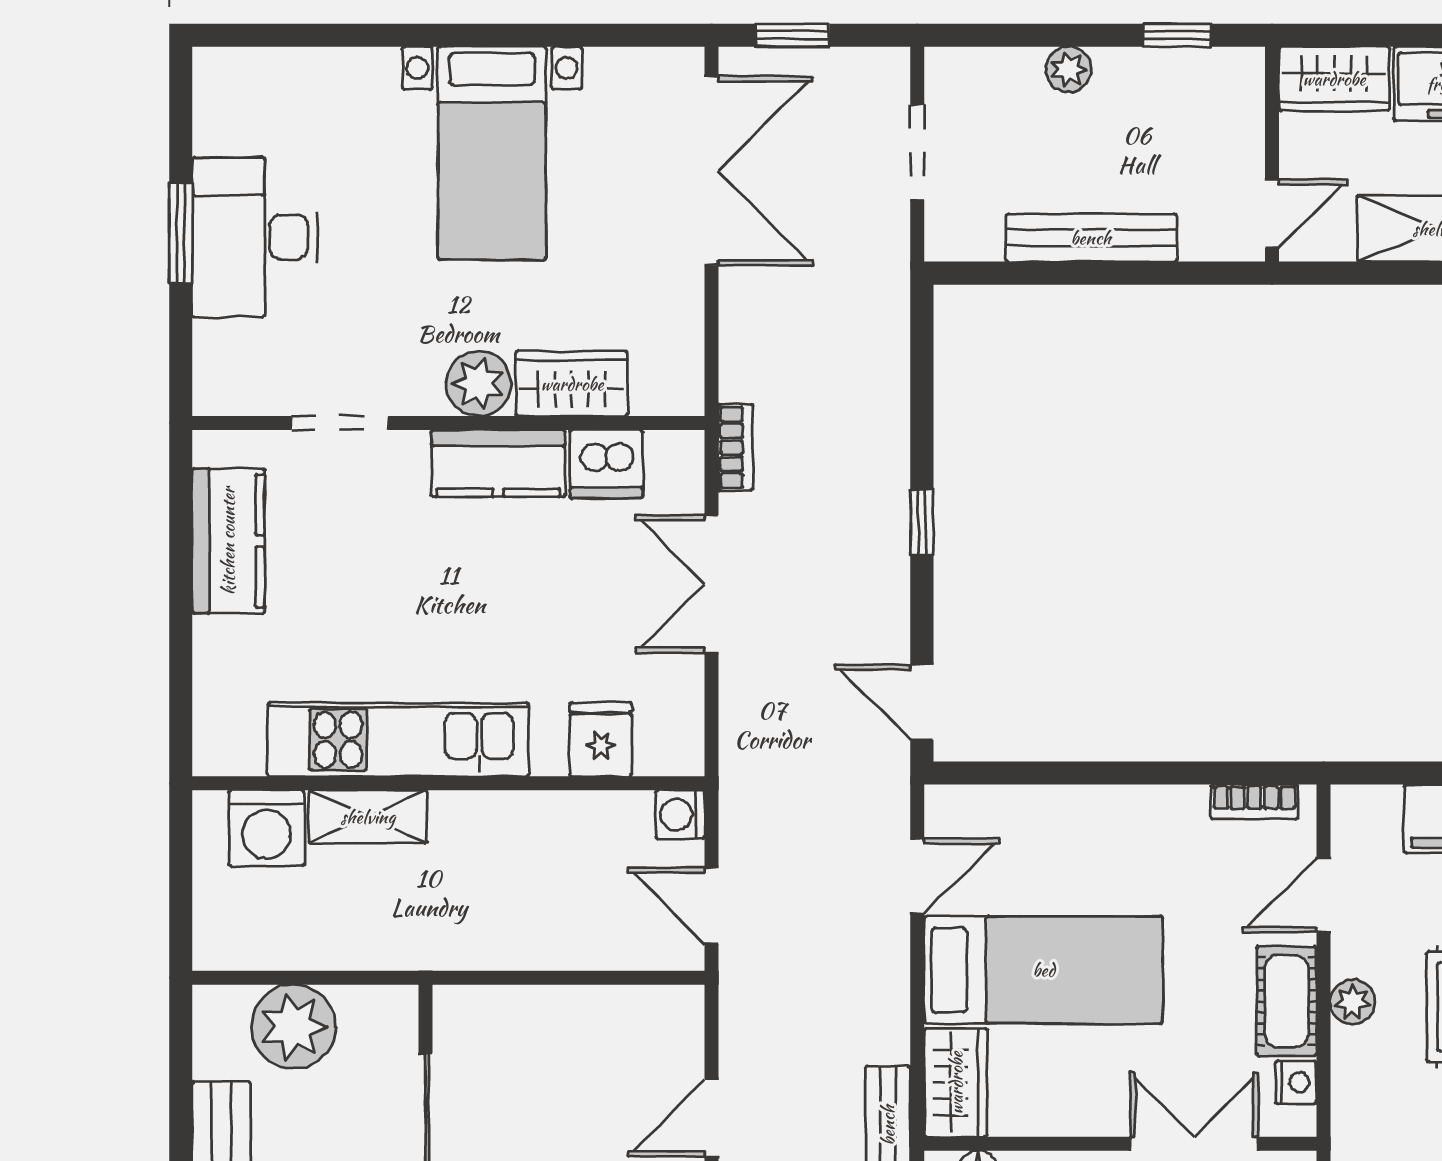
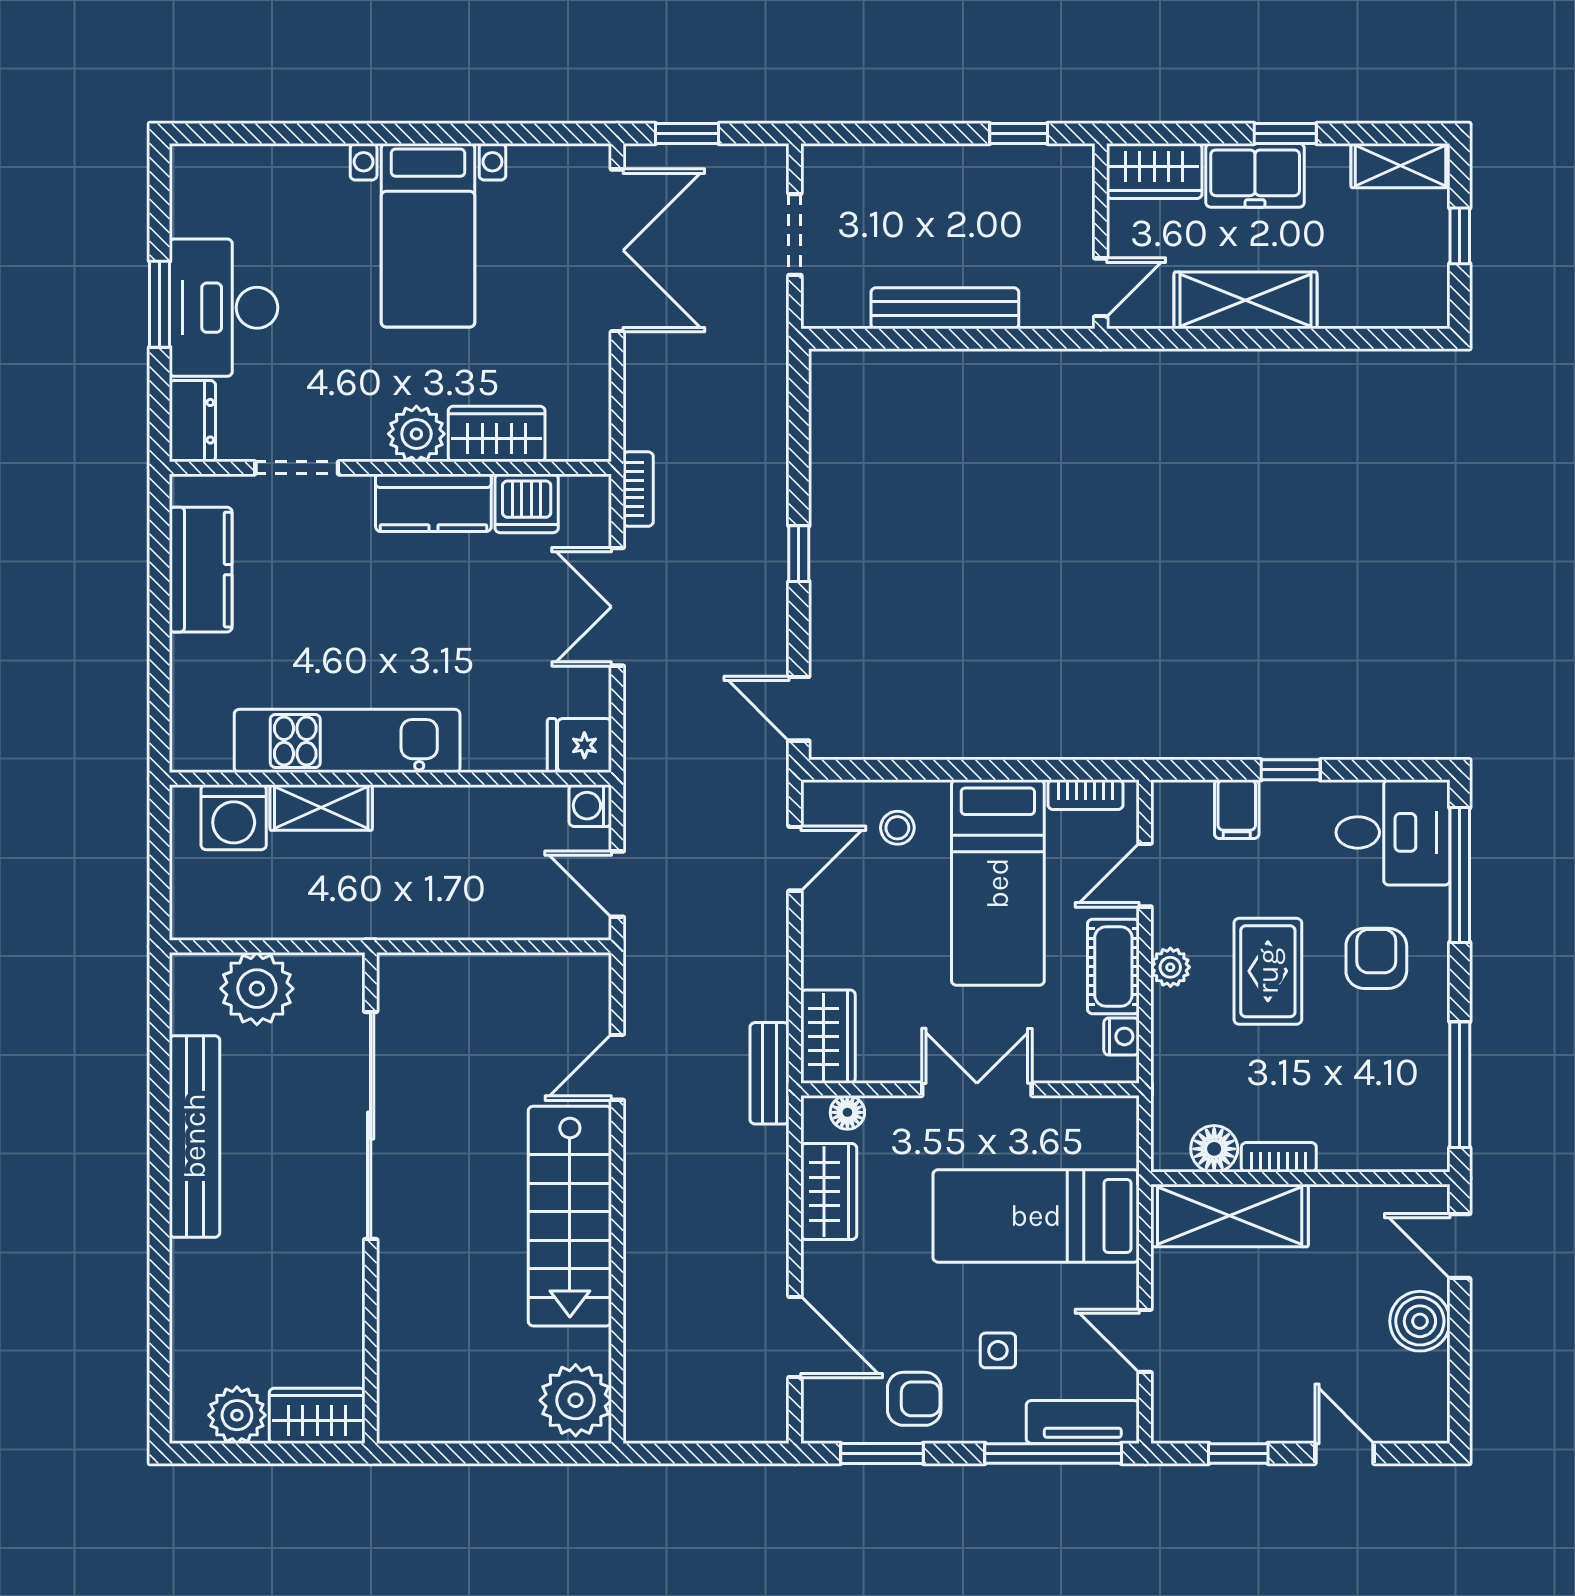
plant: (1069, 69) -> (925, 163), removed
dresser: (219, 369) -> (192, 421), added
fridge: (601, 739) -> (579, 745), moved, turned -90
stool: (1036, 840) -> (897, 828), added
bed: (1044, 970) -> (998, 883), moved, turned 90
double door: (1194, 1144) -> (977, 1089), moved

